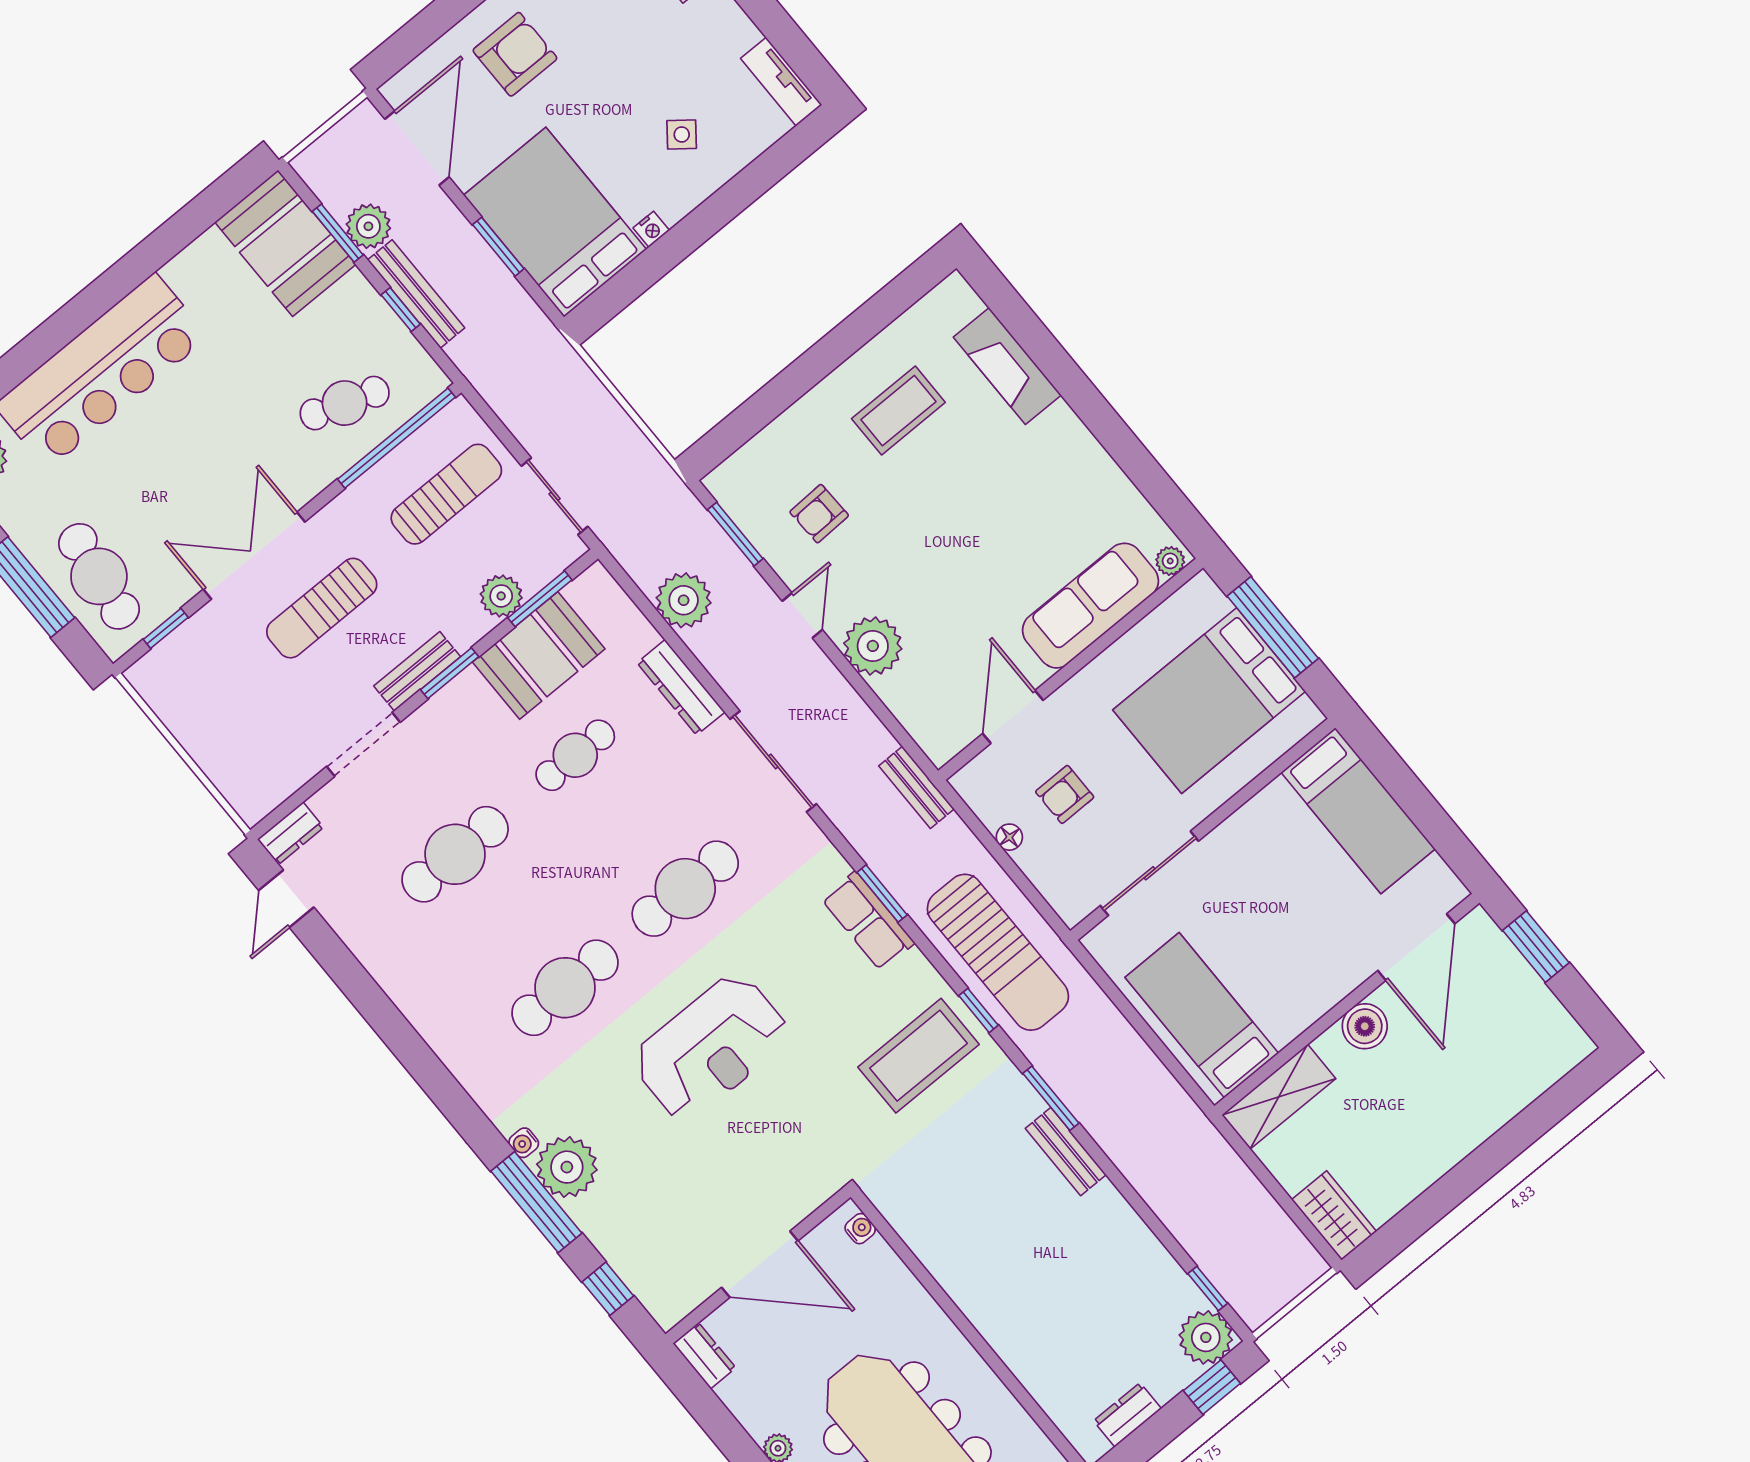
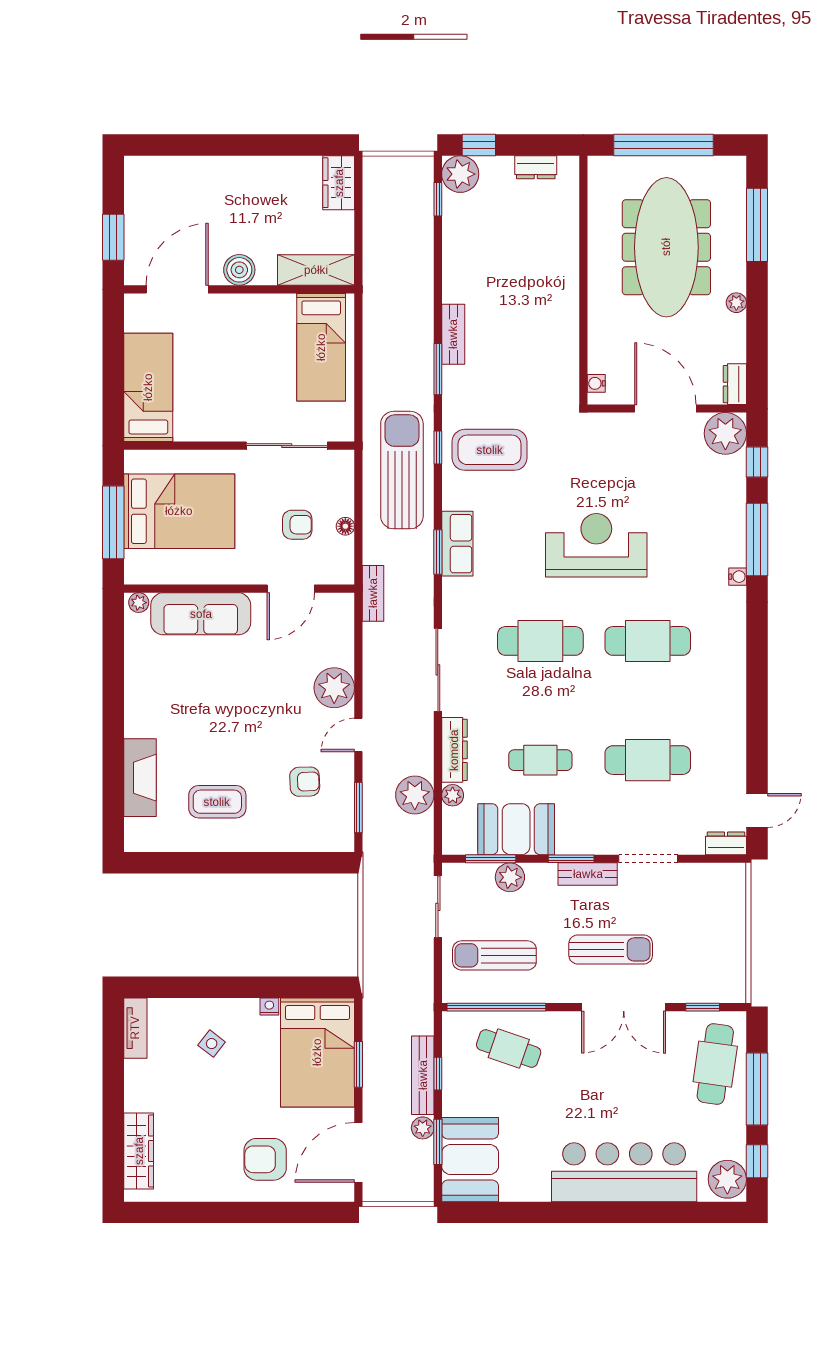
plant: (368, 226) -> (423, 1128), width x0.73, depth x0.73
plant: (641, 635) -> (453, 795), added
plant: (567, 1167) -> (725, 433), moved

